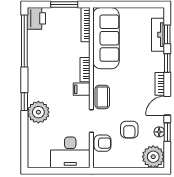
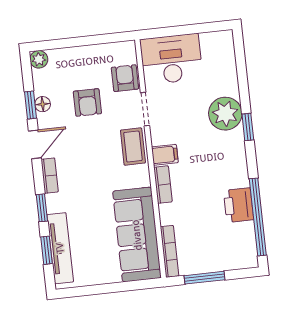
printer: (36, 18) -> (238, 205), moved
tv unit: (158, 35) -> (60, 248), width x1.41
armchair: (129, 130) -> (87, 102), turned 180
armchair: (103, 143) -> (125, 78), turned 90
plant: (153, 157) -> (39, 59), width x0.53, depth x0.53

